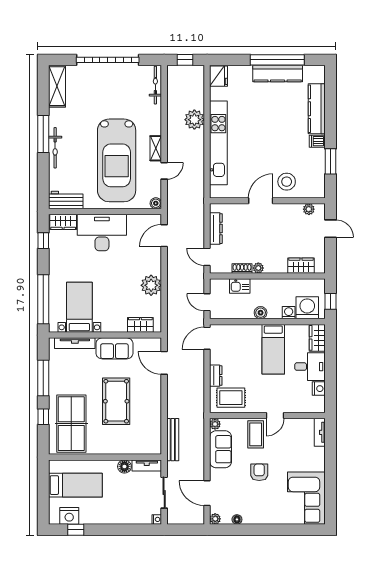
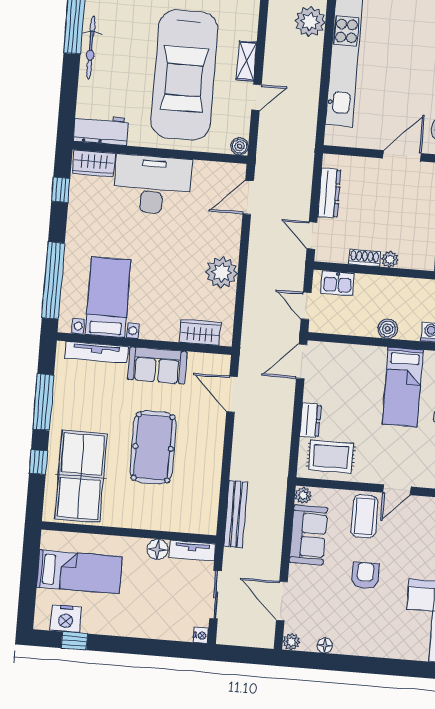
kitchen sink: (240, 286) -> (337, 283), moved

